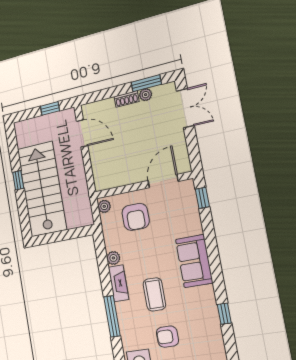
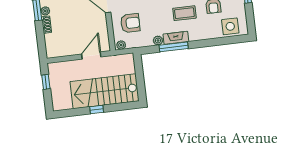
door: (82, 133) -> (91, 56), moved
window: (112, 316) -> (174, 47), moved

